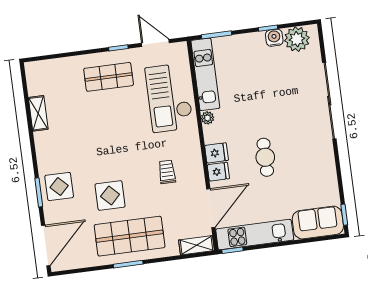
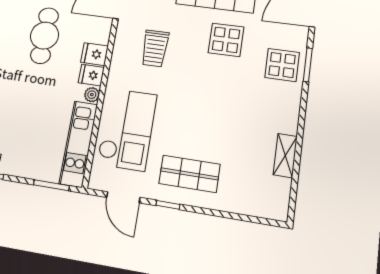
cafe table: (265, 157) -> (45, 36), width x1.37, depth x1.35
trolley: (167, 172) -> (155, 48), width x1.36, depth x1.39
fridge: (218, 172) -> (91, 75), moved

